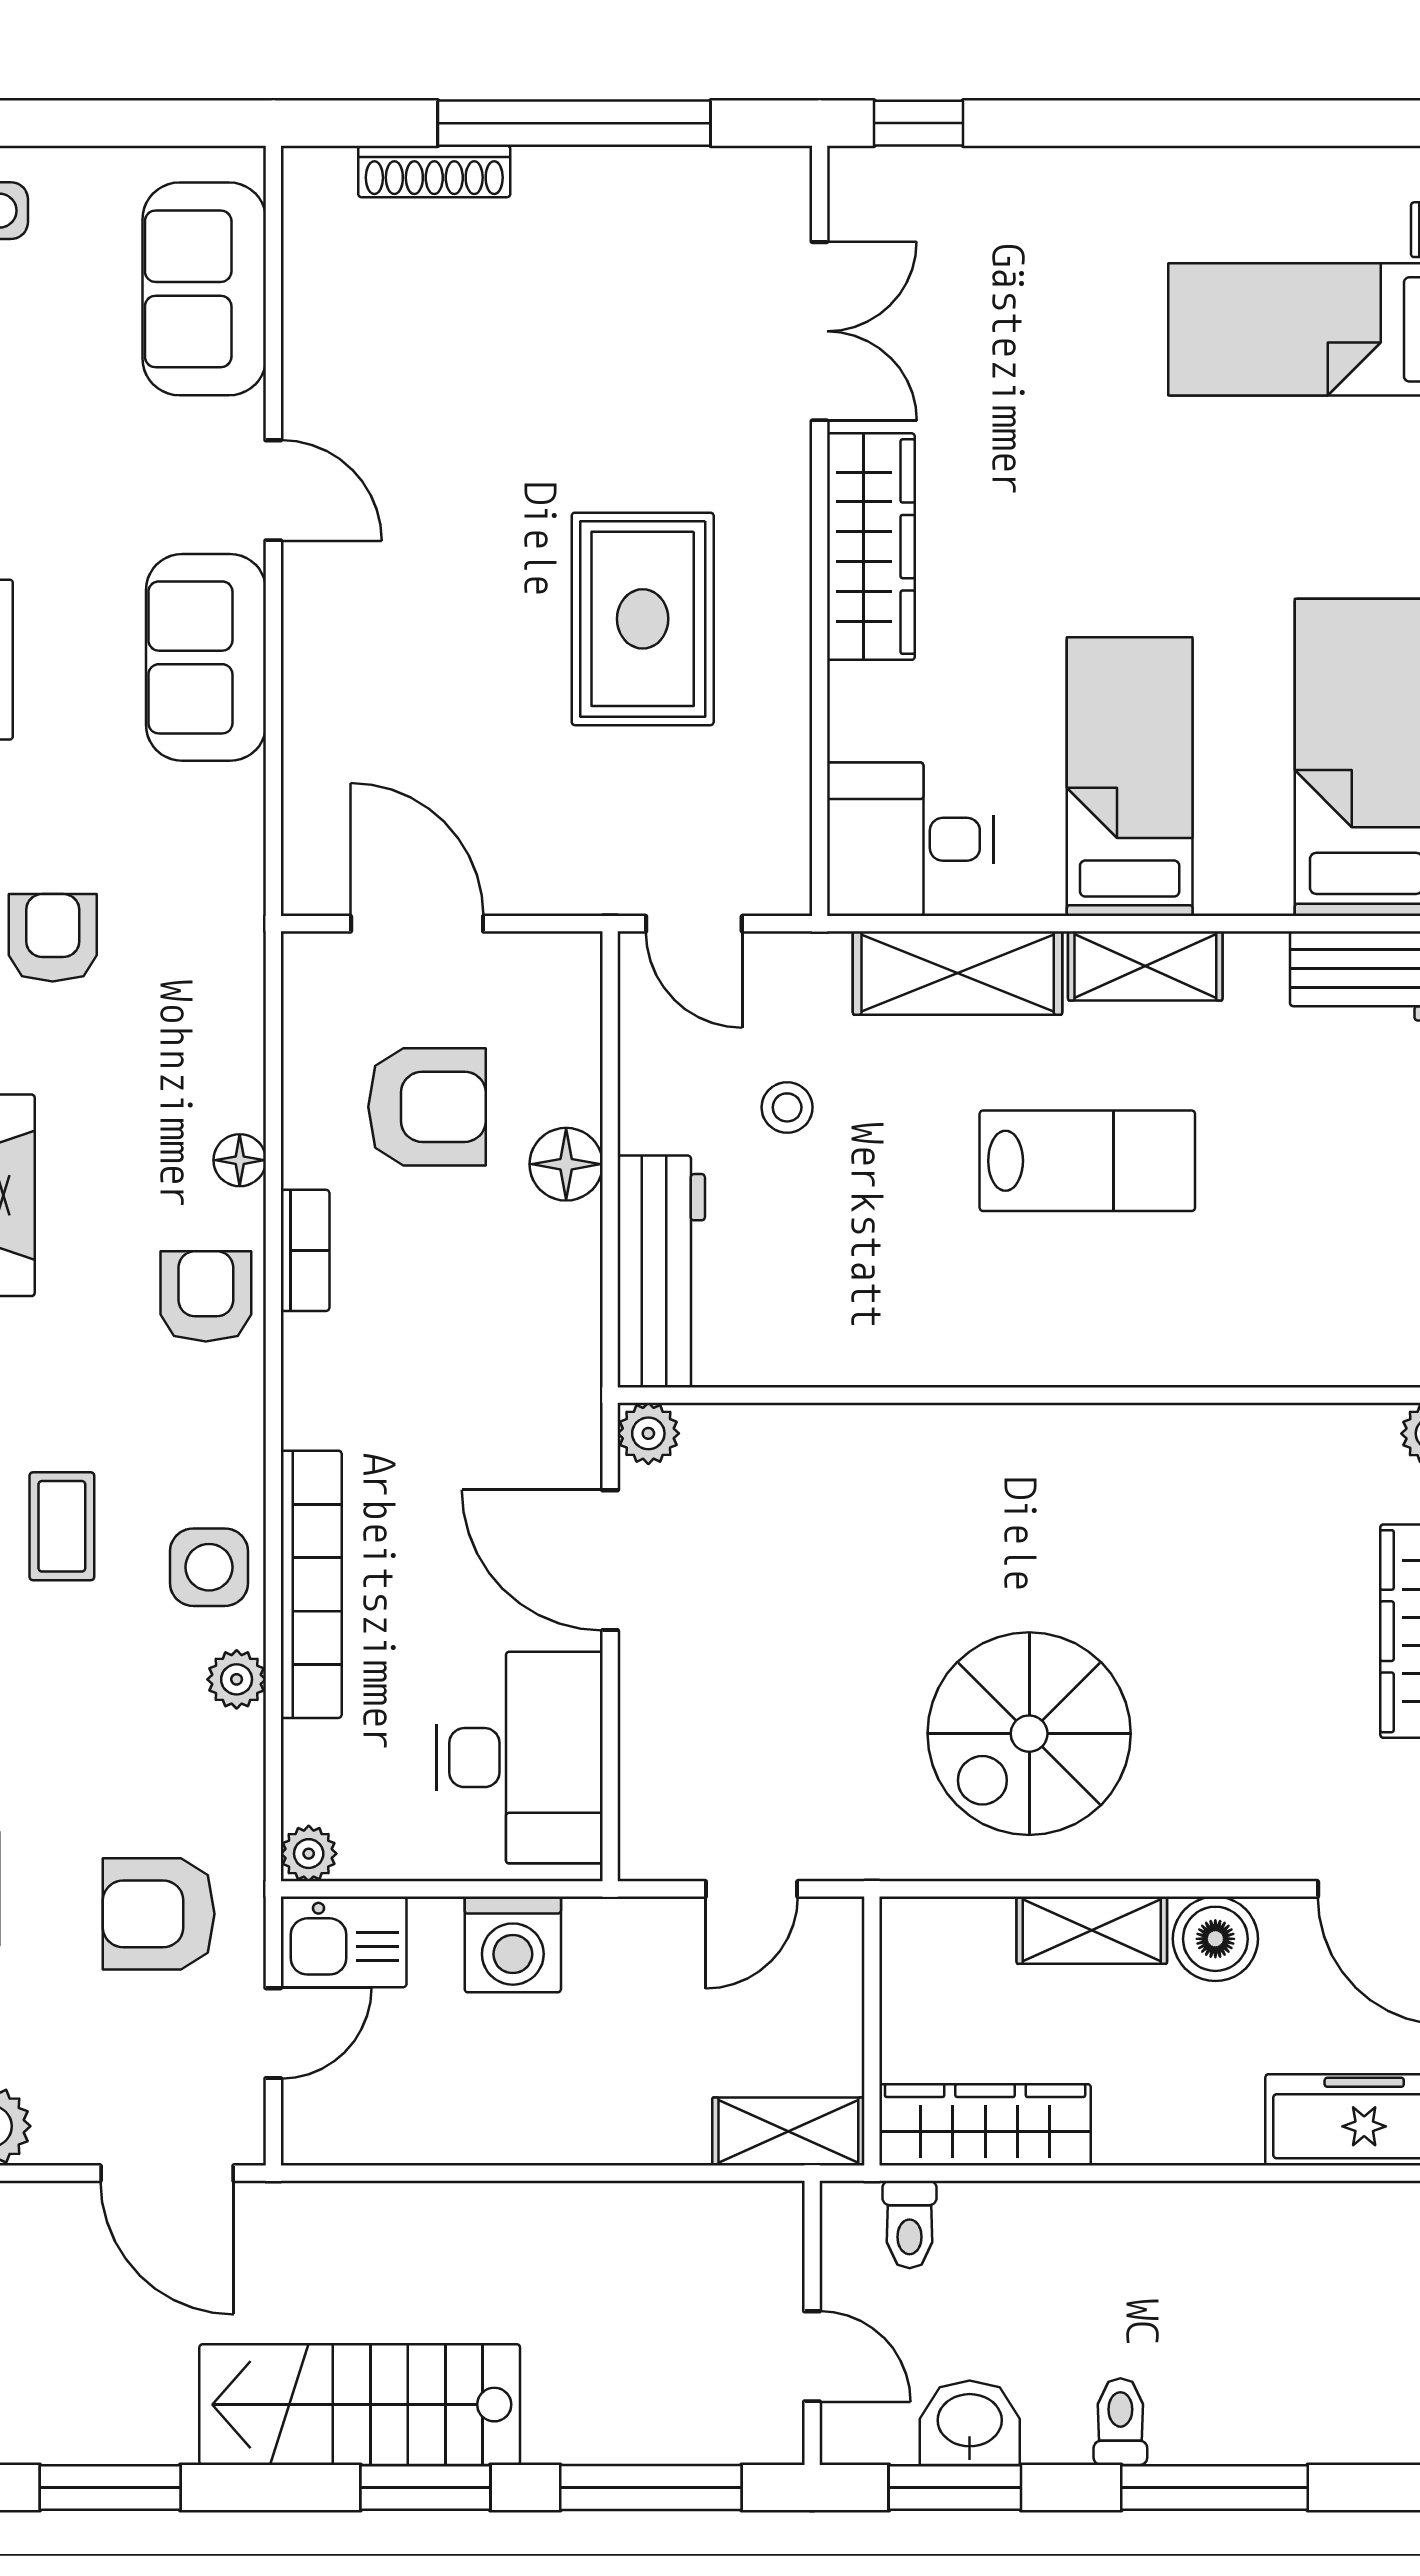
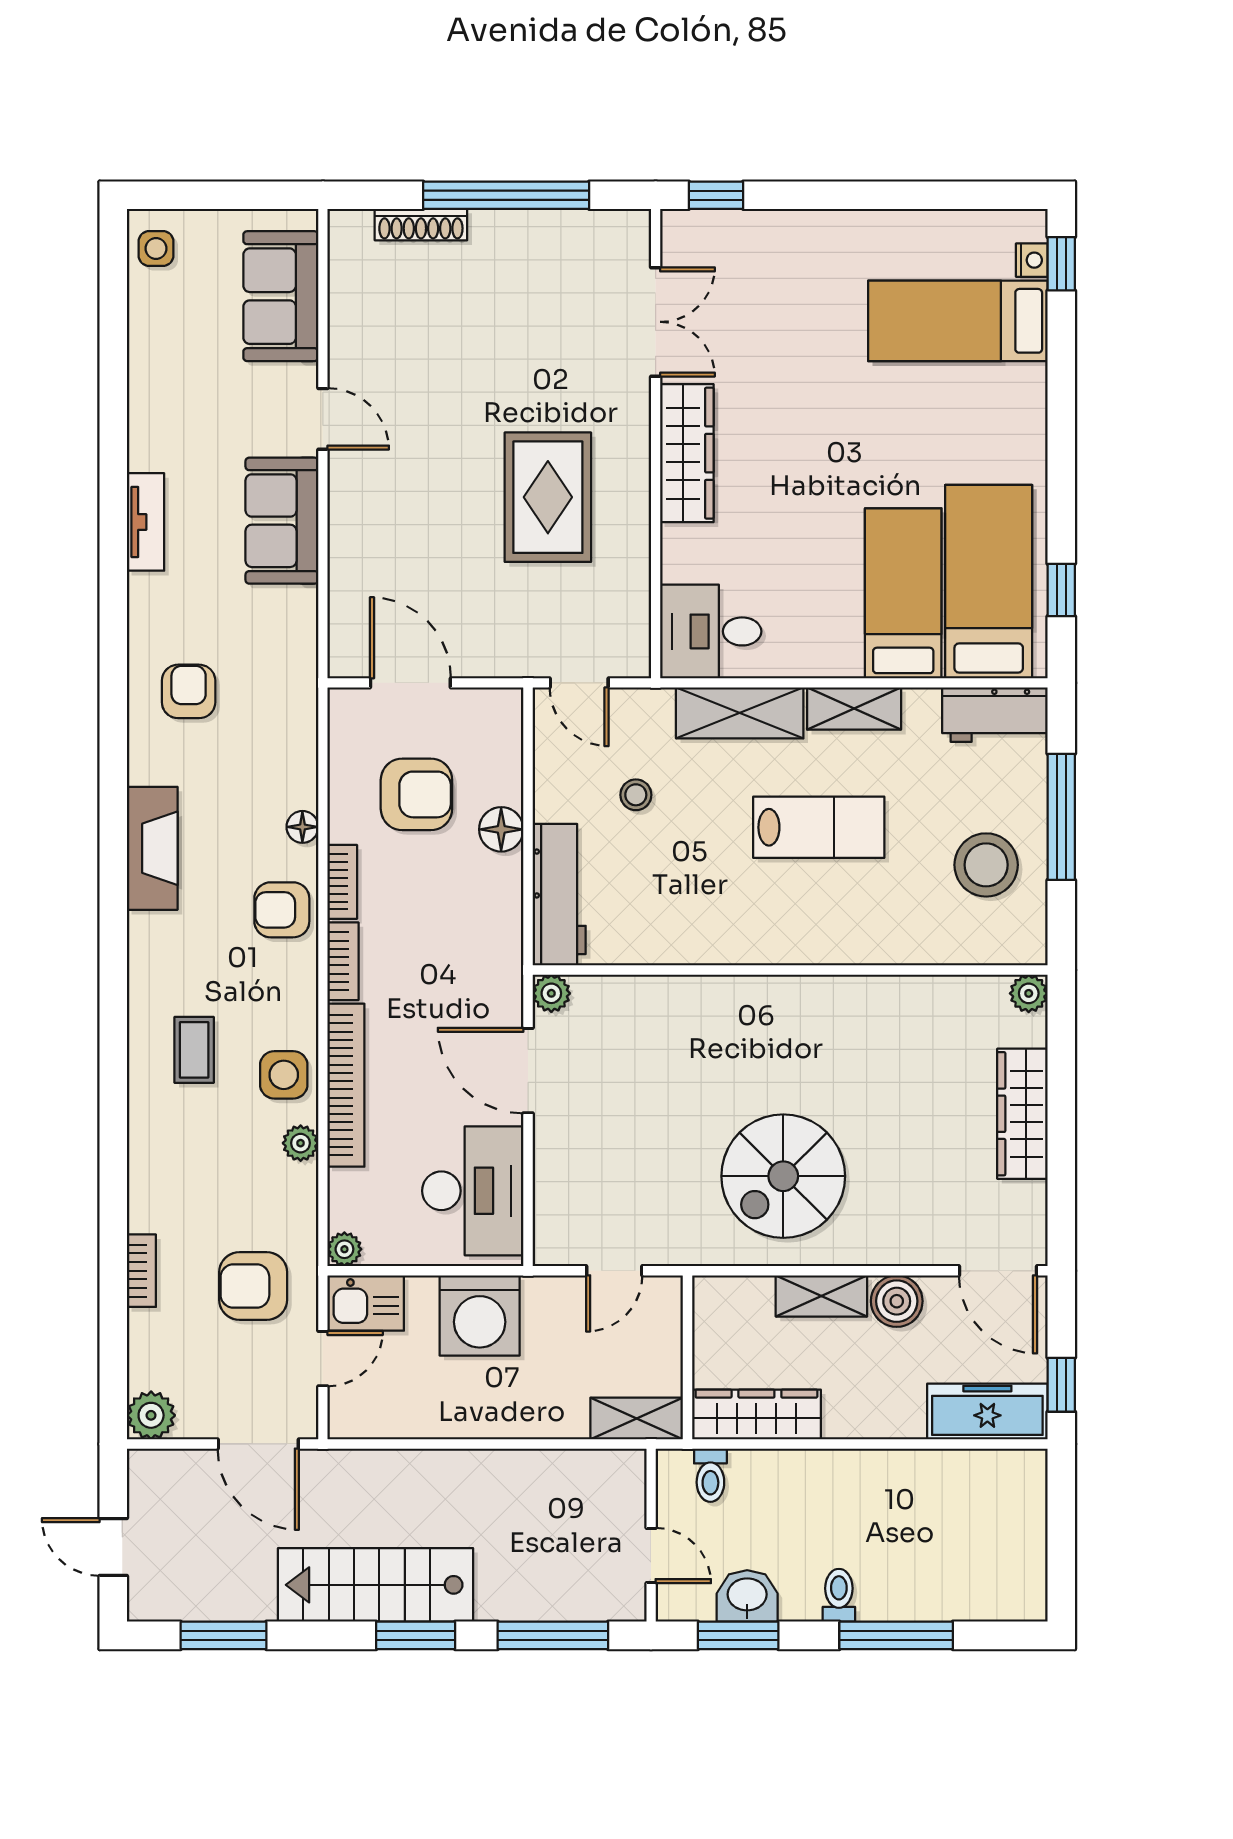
bed: (1130, 777) -> (903, 593), moved
stool: (1362, 1223) -> (986, 865), added
armchair: (206, 1296) -> (282, 910), turned -90
bookcase: (306, 1381) -> (343, 961), added
washing machine: (513, 1944) -> (480, 1315), width x1.37, depth x1.37

